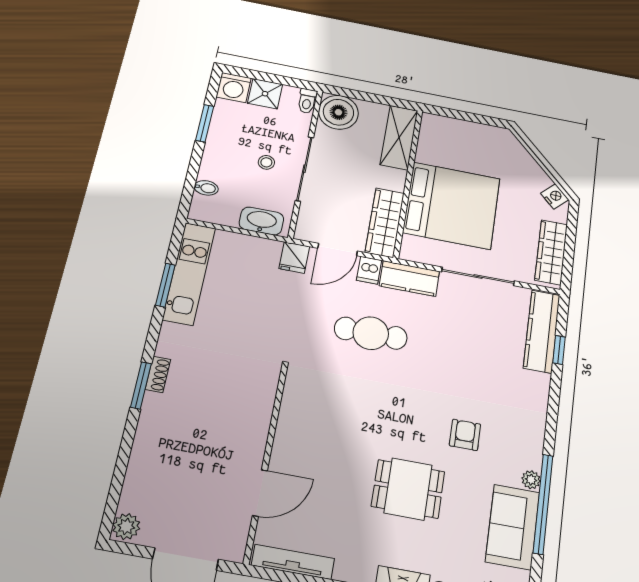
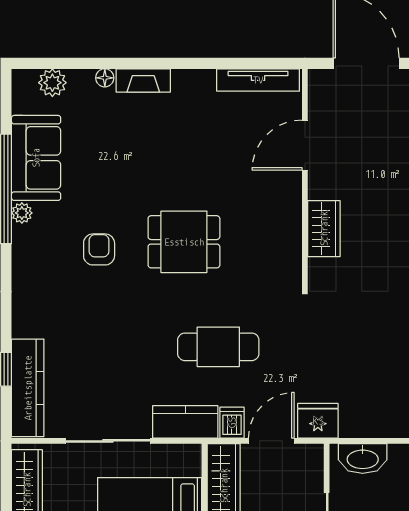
fridge: (294, 258) -> (318, 421), width x1.38
wardrobe: (257, 415) -> (324, 229), added
armchair: (465, 435) -> (99, 249), turned 180
dining table: (408, 489) -> (184, 242), moved

